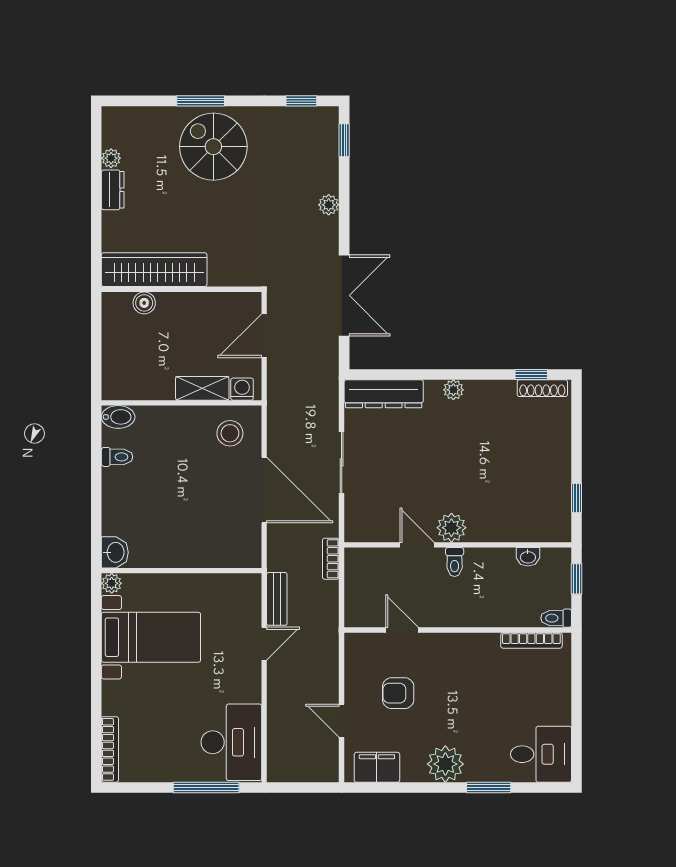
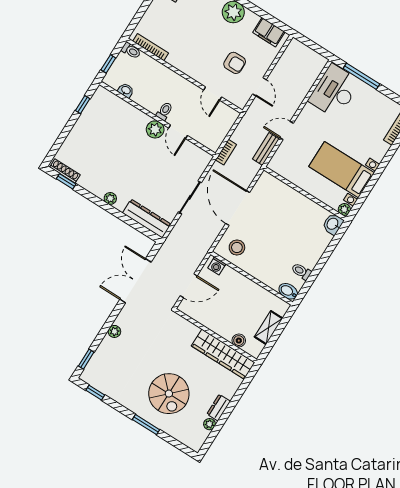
spiral stairs: (213, 147) -> (169, 394), moved
shelving: (202, 388) -> (269, 328), moved, turned 90
door: (342, 721) -> (259, 87), moved

